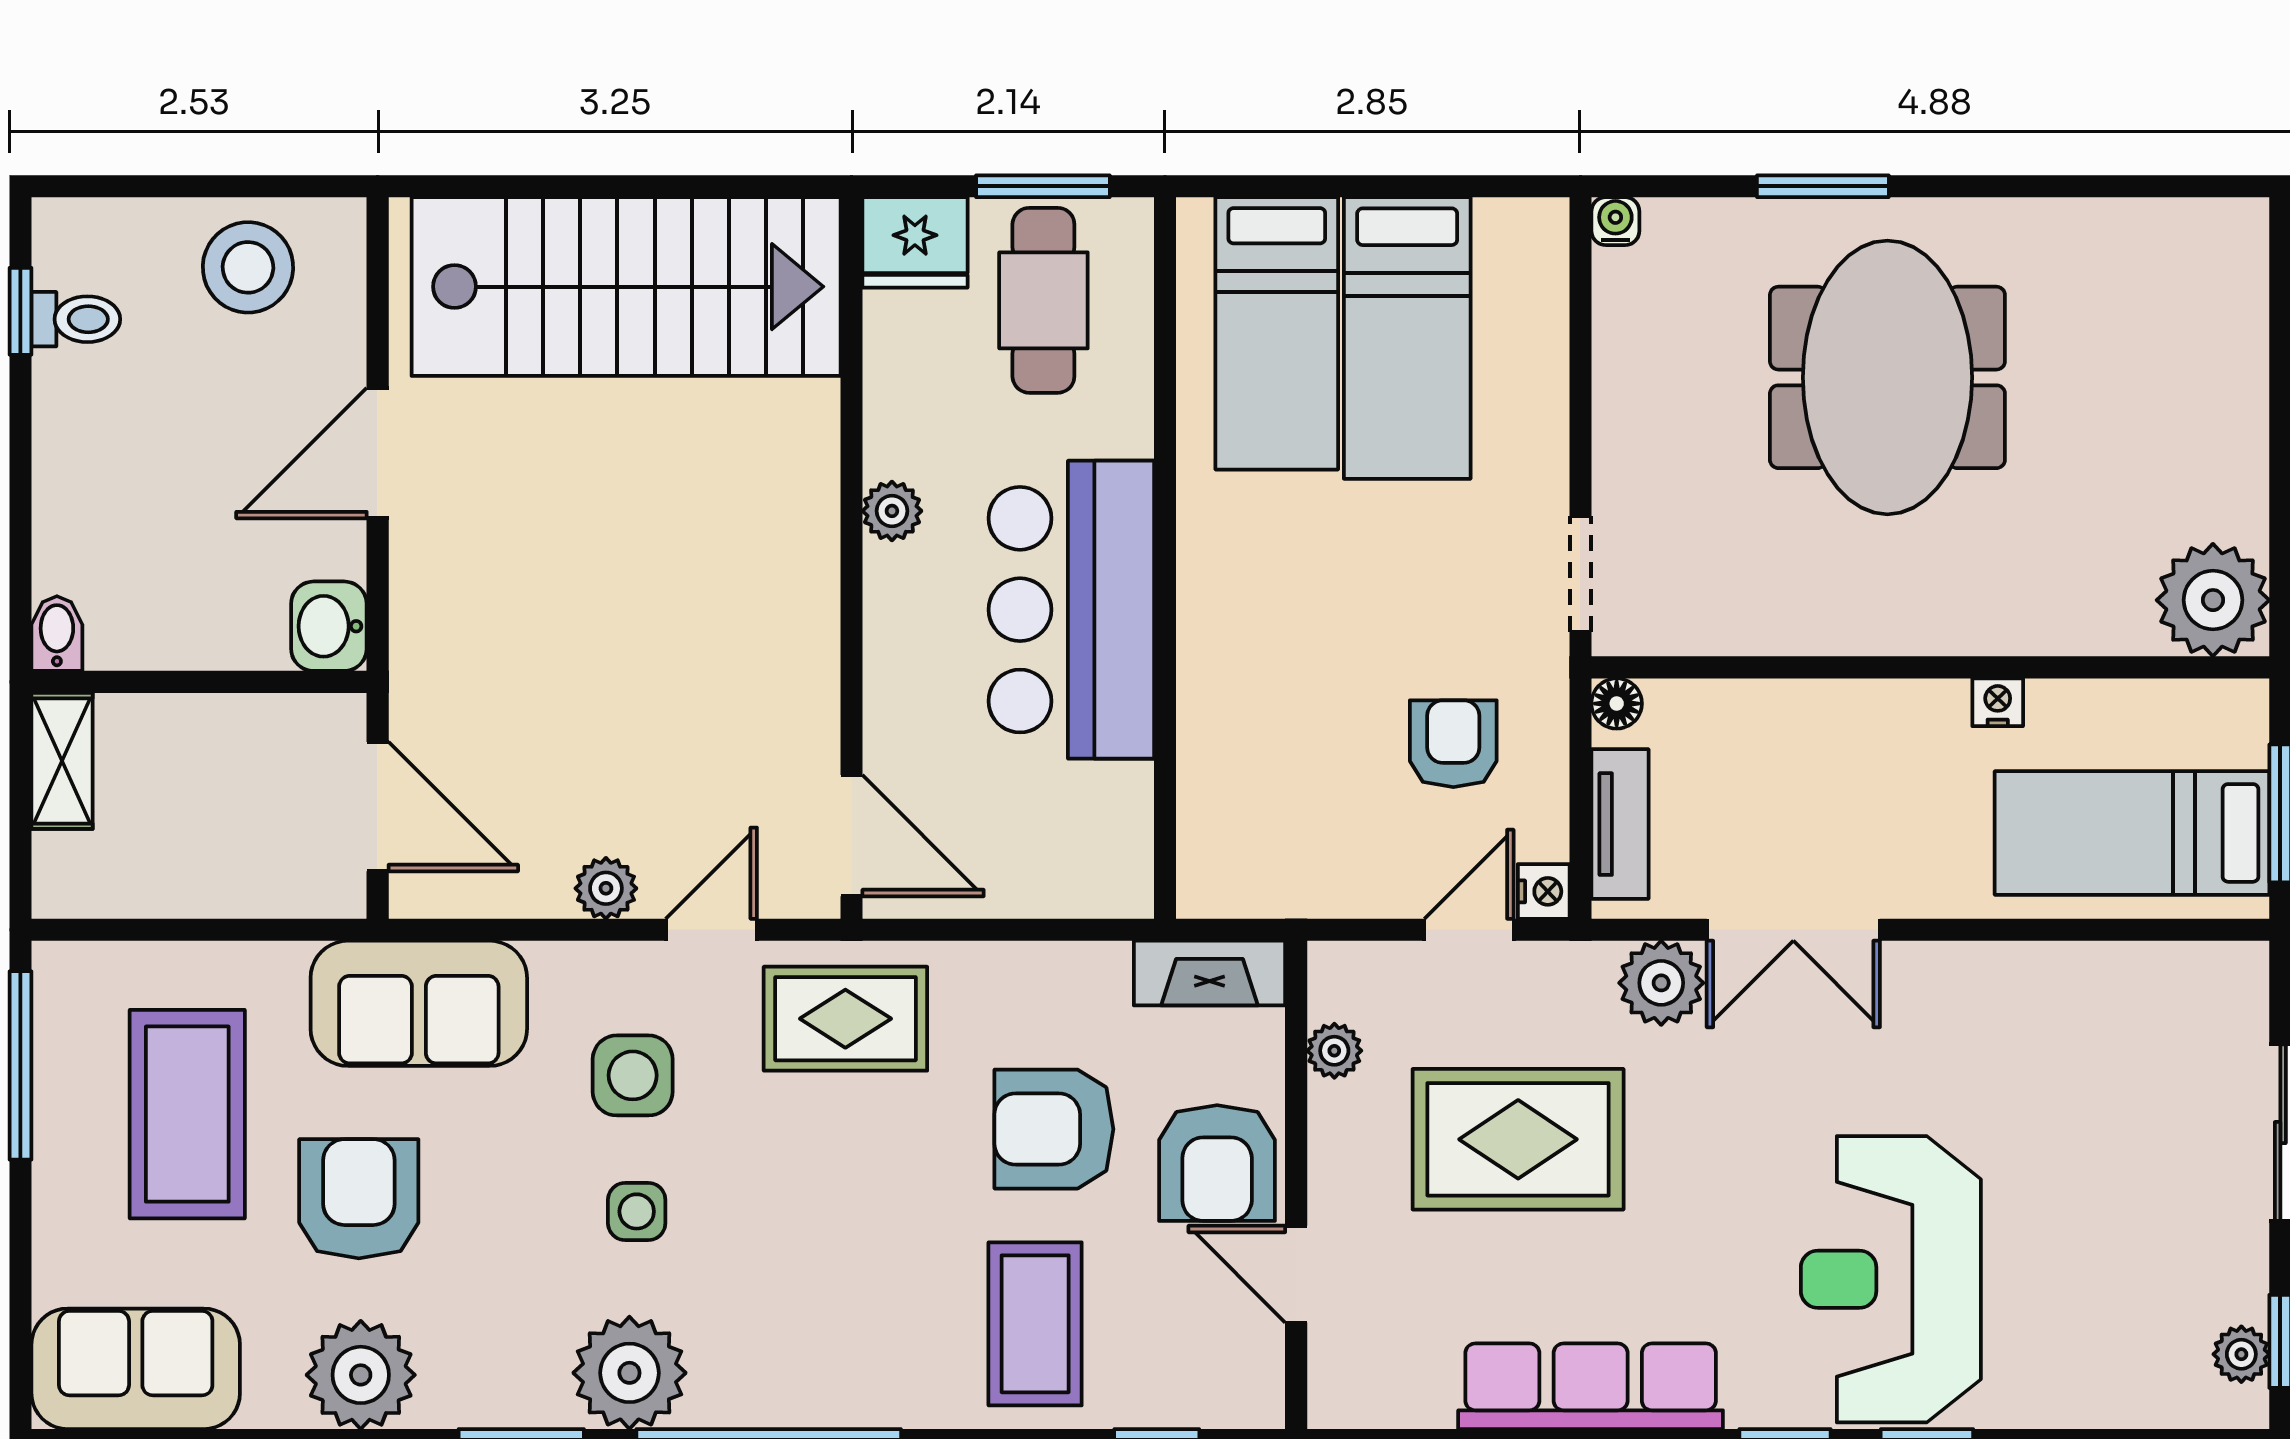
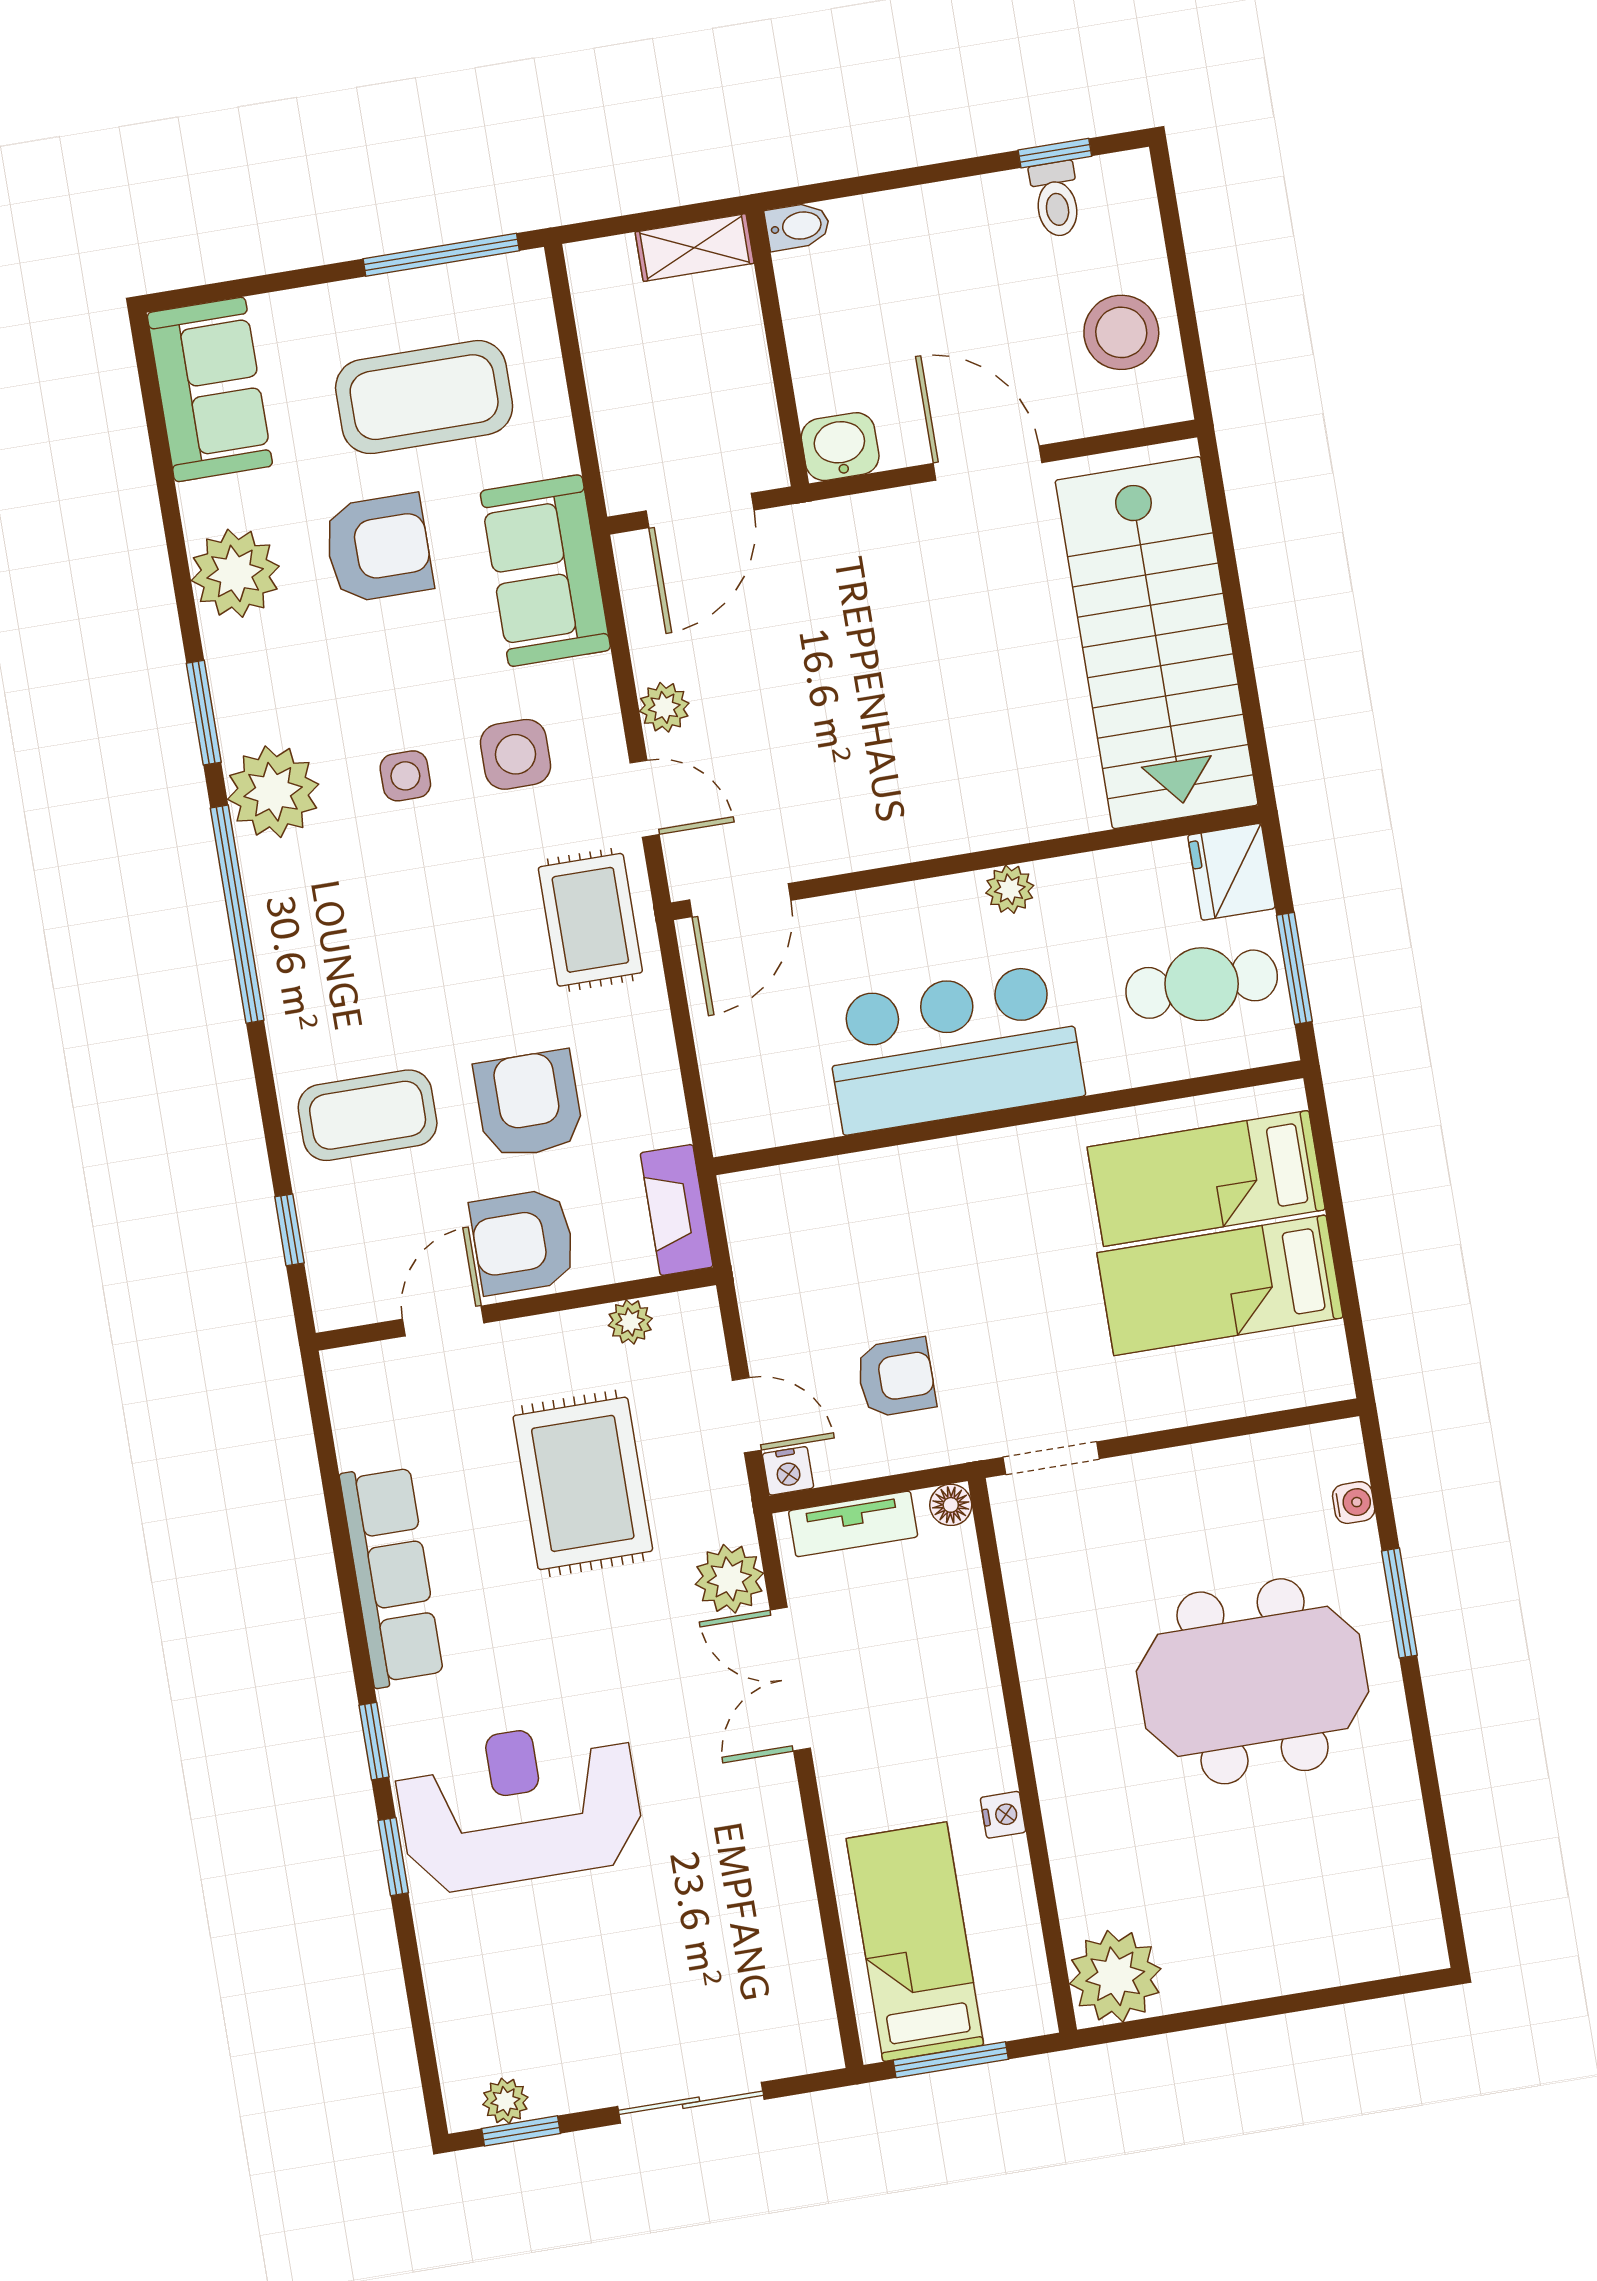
water cooler: (1615, 221) -> (1354, 1503), moved

